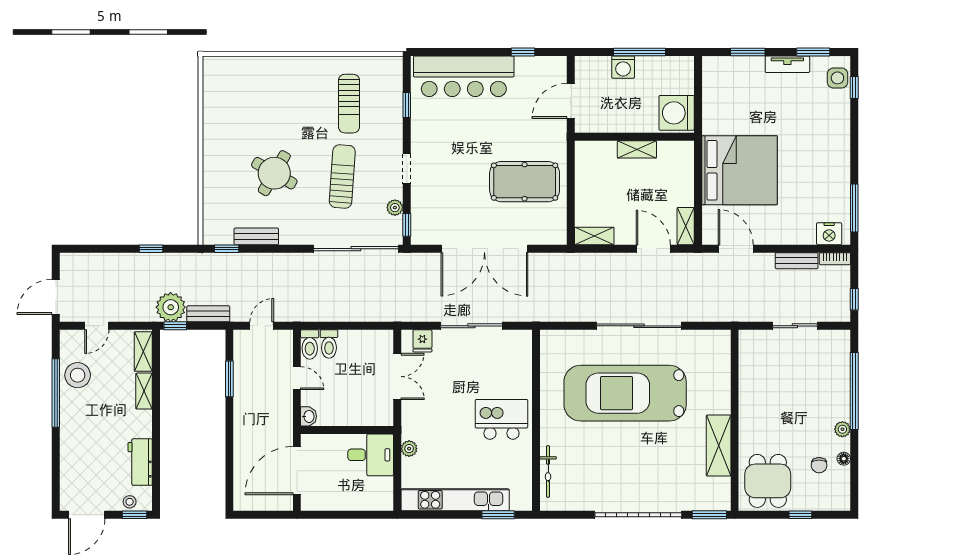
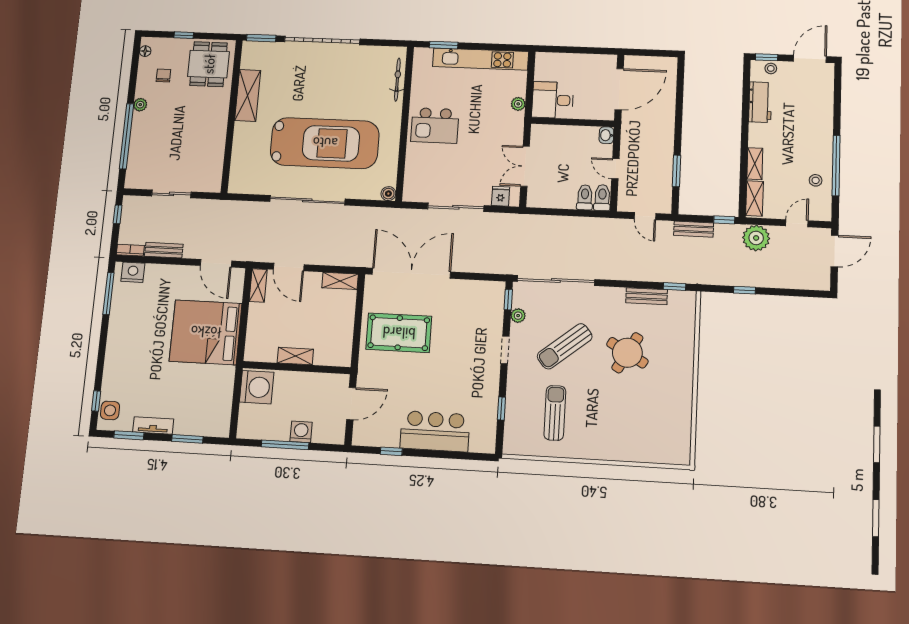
bar counter: (464, 76) -> (435, 431), width x0.73
sun lounger: (342, 176) -> (565, 346), turned 47
double door: (484, 249) -> (411, 273), moved
plant: (171, 307) -> (756, 238), moved
door: (262, 326) -> (645, 216), hinge flipped
boiler: (548, 338) -> (388, 194), added
stool: (78, 375) -> (816, 180), width x0.53, depth x0.53
floor lamp: (844, 459) -> (145, 51), moved

